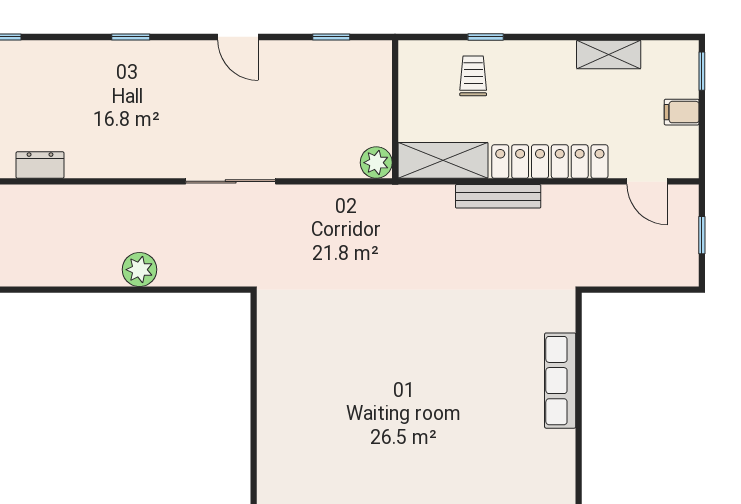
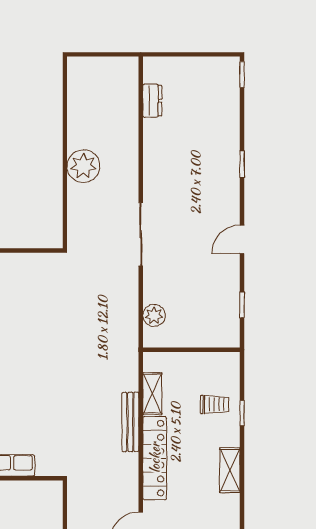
shelving: (609, 54) -> (230, 470), moved
shelving: (443, 160) -> (152, 394), width x0.67, depth x0.75
plant: (376, 163) -> (154, 315), moved
plant: (139, 270) -> (83, 166), width x1.36, depth x1.36

